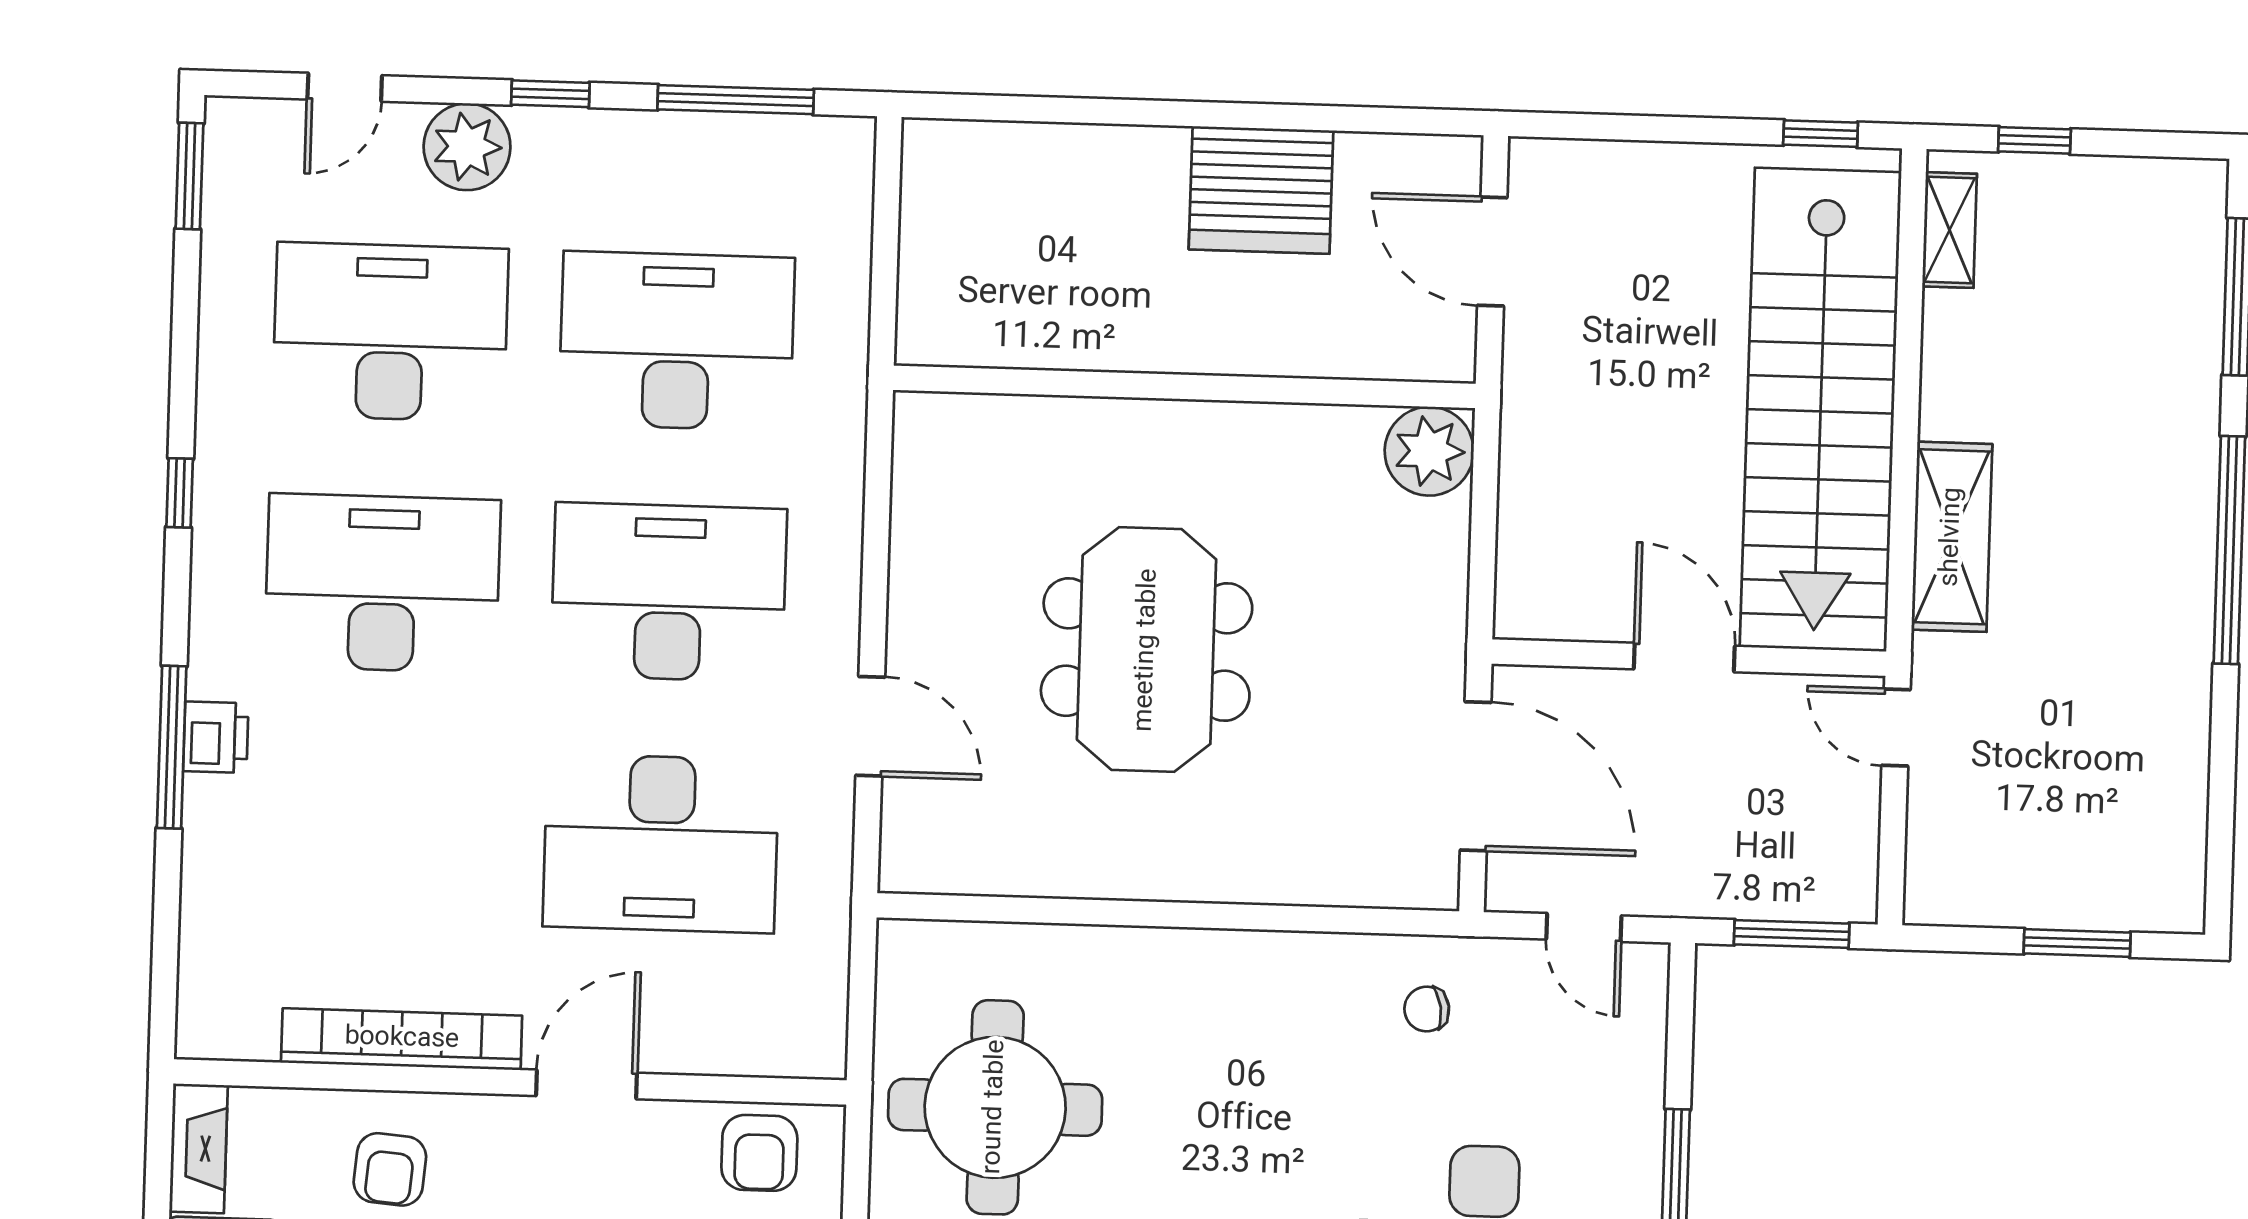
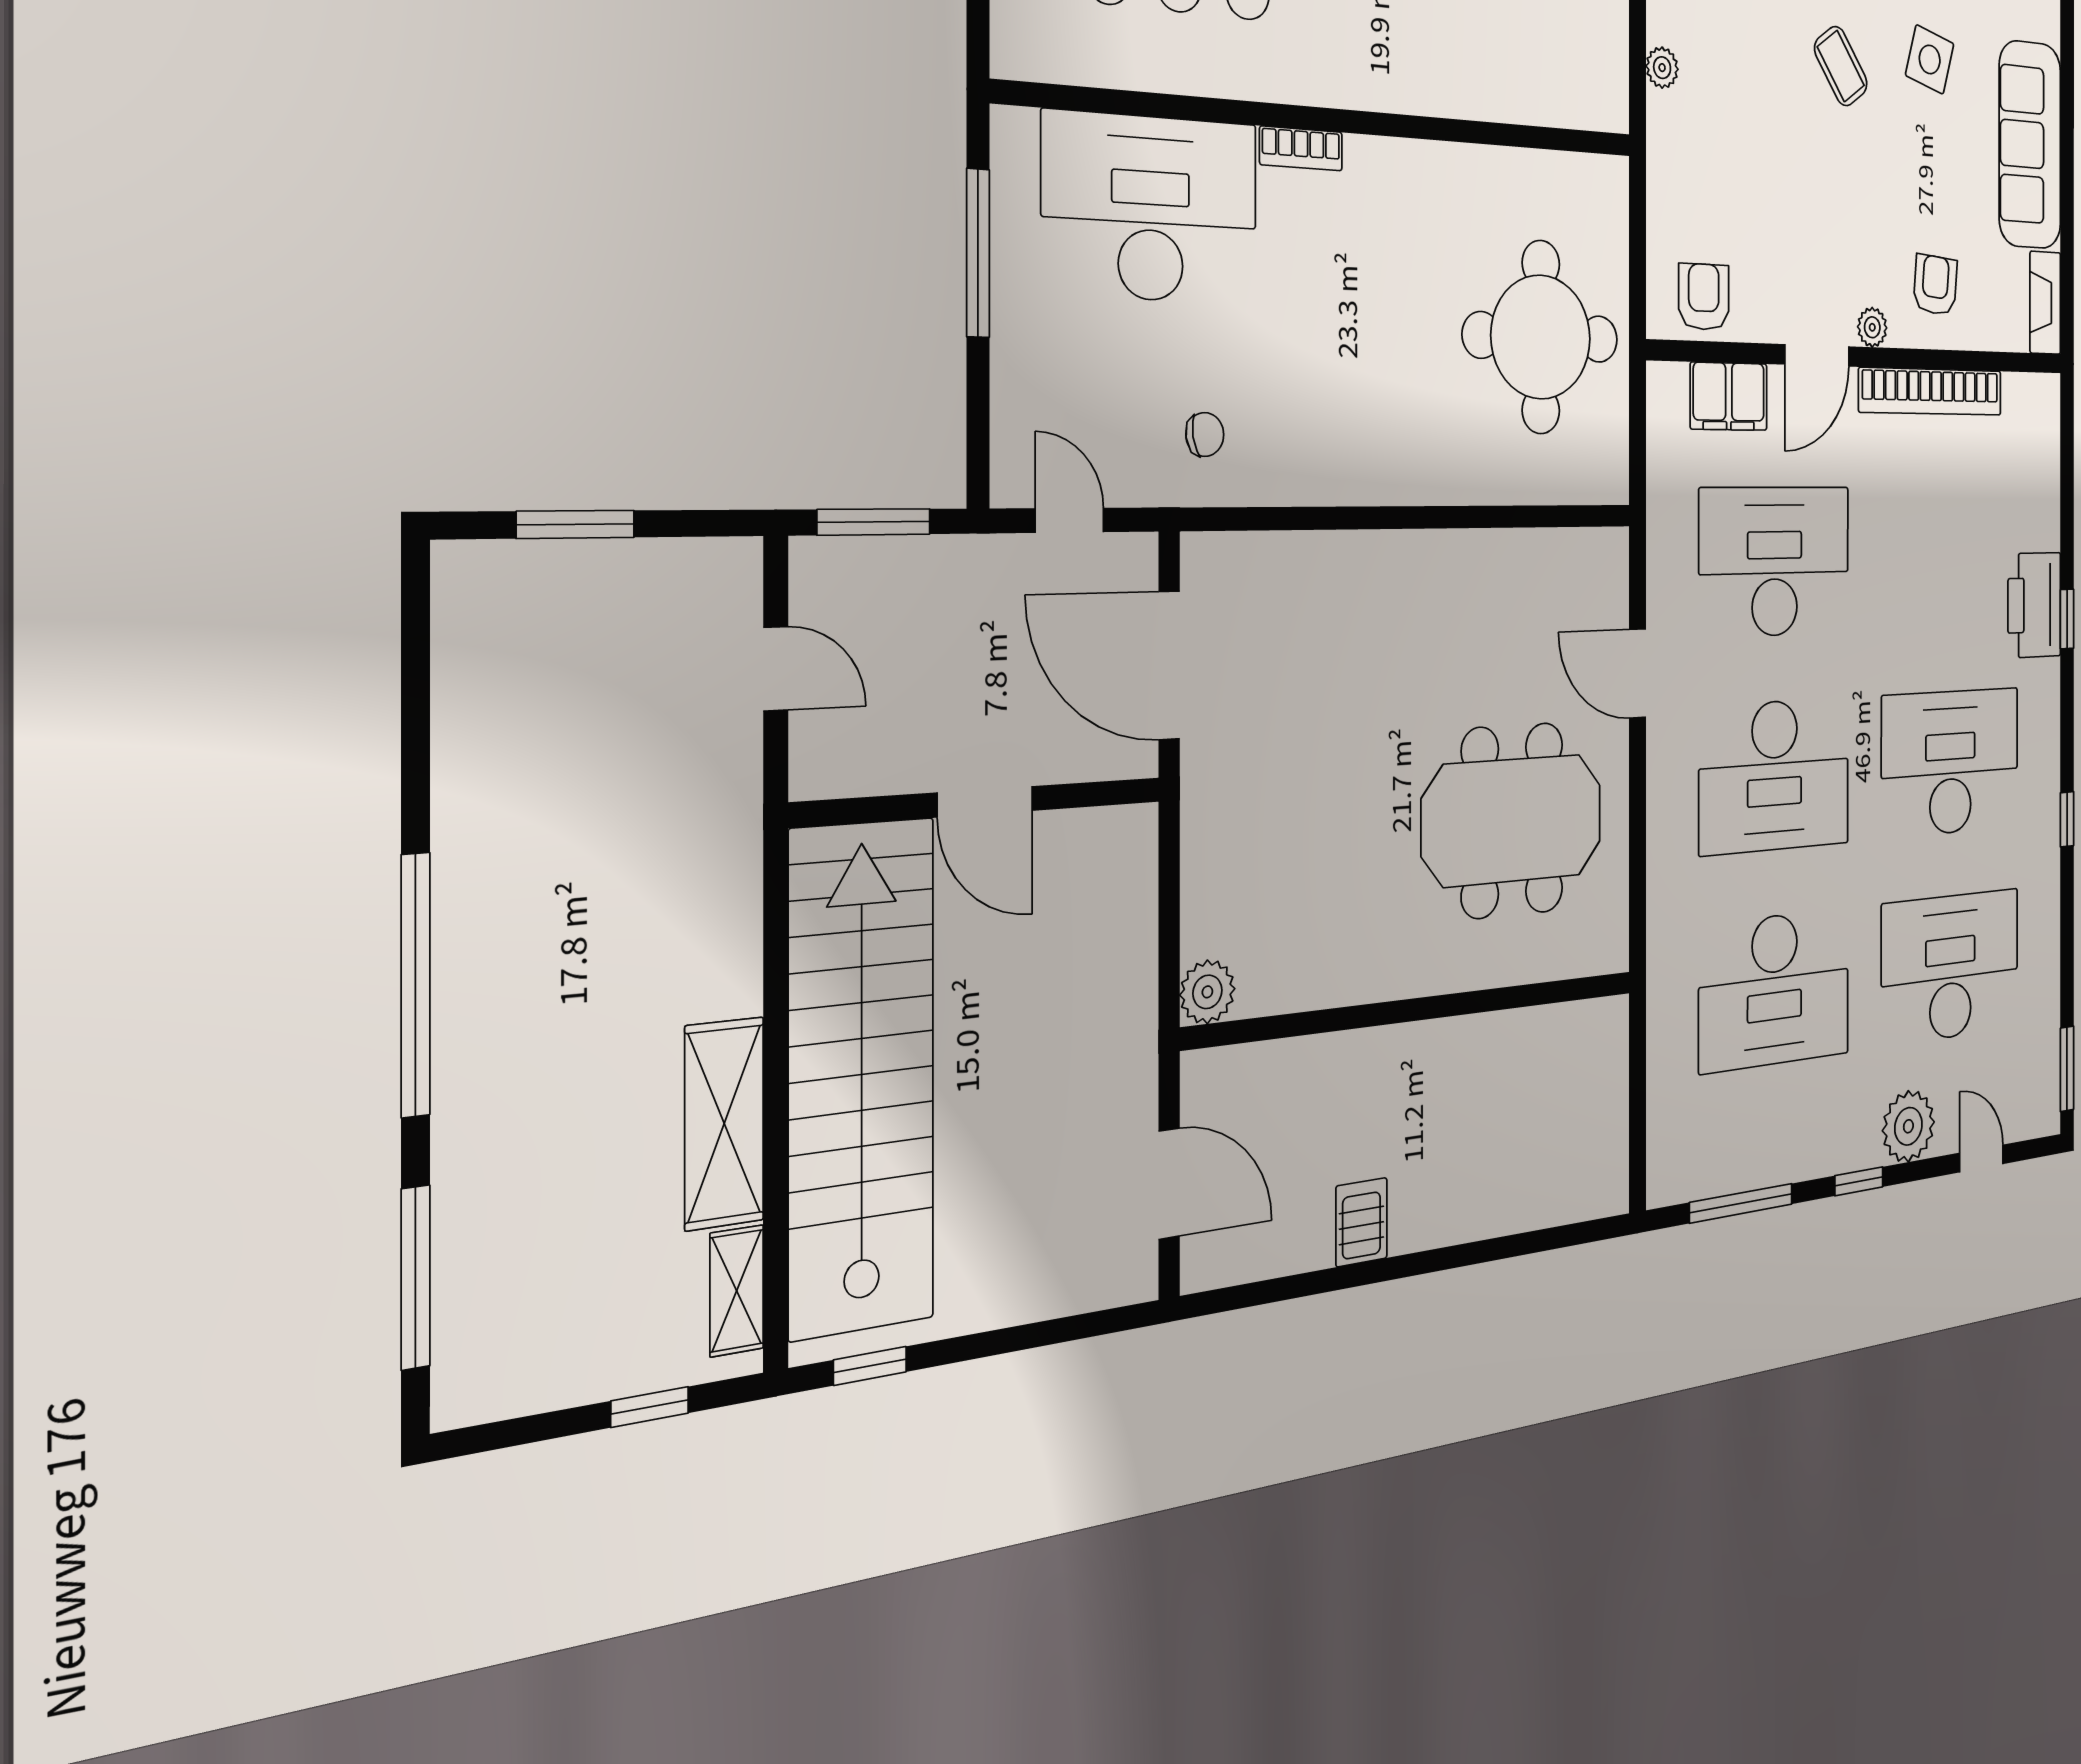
door: (345, 87) -> (1981, 1158), hinge flipped
server rack: (1261, 190) -> (1361, 1222), width x0.46, depth x0.70
desk: (390, 332) -> (1950, 966), turned 180
plant: (1429, 451) -> (1207, 992), width x0.73, depth x0.73
shelving: (1952, 537) -> (724, 1123), moved
desk: (382, 583) -> (1950, 762), turned 180
meeting table: (1147, 650) -> (1512, 820), moved, turned 90
door: (1896, 727) -> (776, 669), moved
printer: (216, 737) -> (2034, 605), width x1.87, depth x1.48
window: (172, 747) -> (2067, 619), width x0.46
filing cabinet: (725, 1038) -> (1729, 396), added
plant: (497, 1118) -> (1872, 327), added

